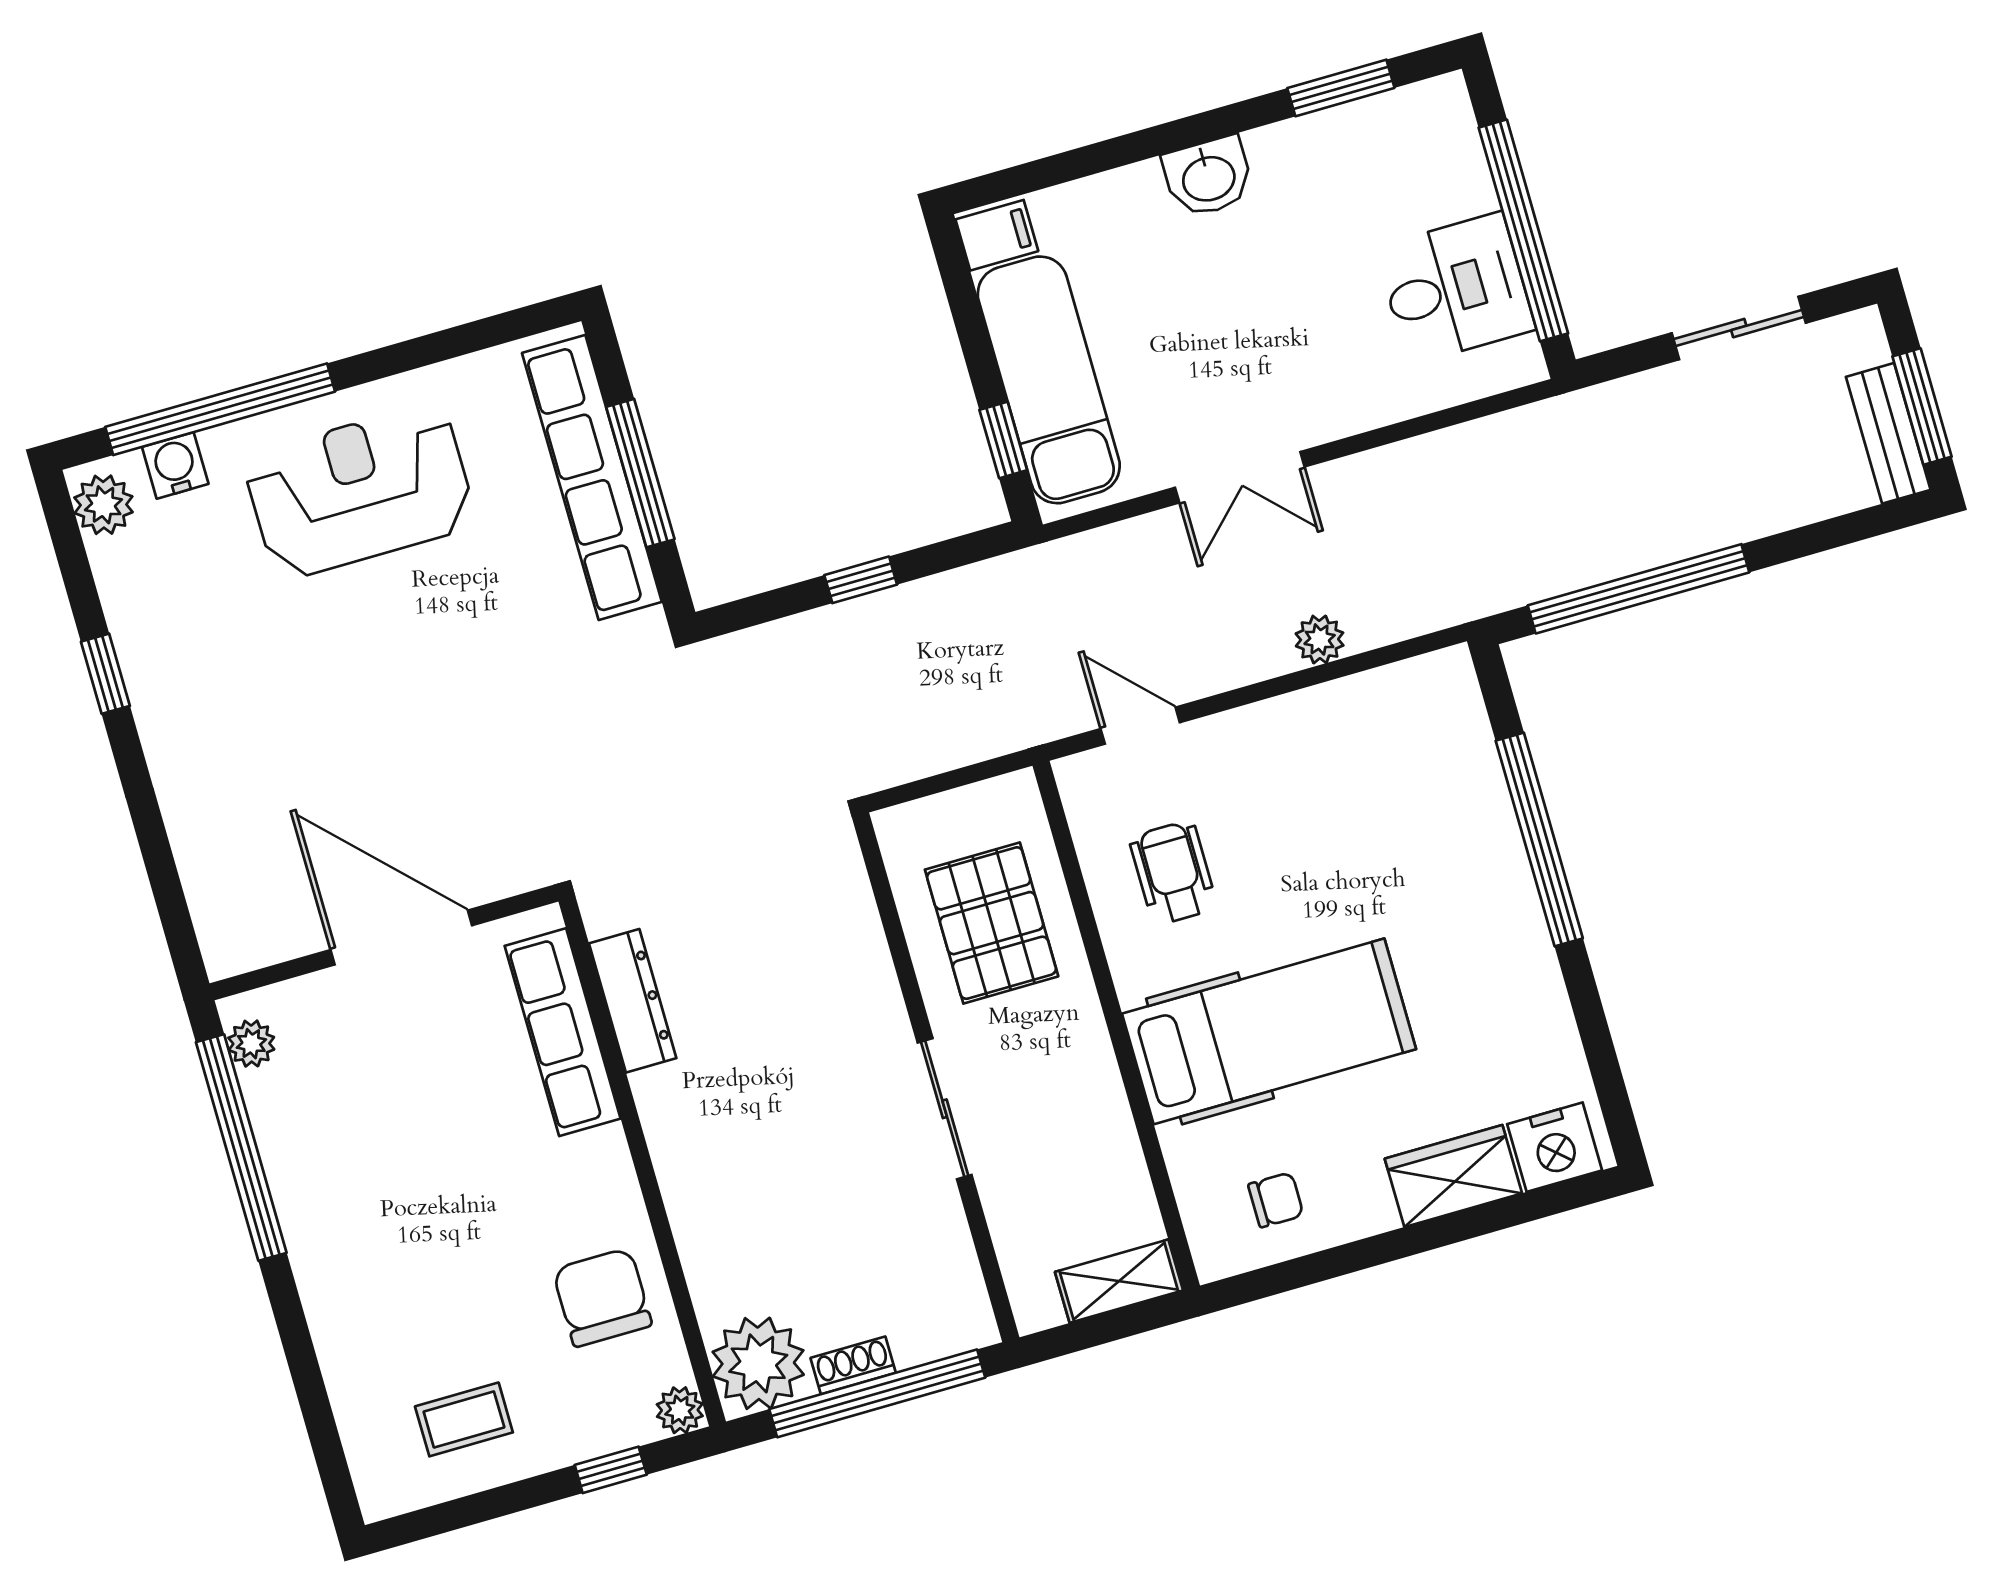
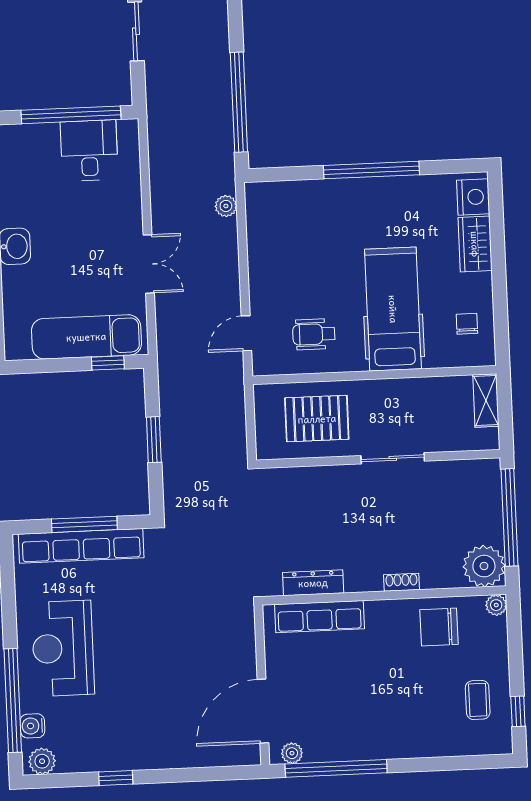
filing cabinet: (997, 235) -> (18, 344), removed
window: (861, 580) -> (154, 440), width x1.50
plant: (1320, 639) -> (226, 206), moved
window: (1539, 839) -> (371, 170), moved
door: (401, 938) -> (263, 711), moved
shoe rack: (853, 1365) -> (402, 582), moved, turned 90
window: (611, 1470) -> (518, 711), moved

